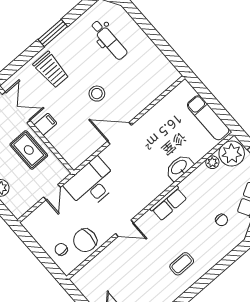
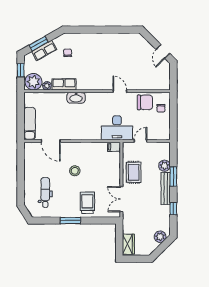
exam couch: (208, 118) -> (30, 124), moved
filing cabinet: (45, 124) -> (114, 147), moved
door: (119, 133) -> (51, 141), moved
washbasin: (179, 167) -> (76, 98), moved
row of seats: (169, 203) -> (64, 84), moved
coffee table: (182, 264) -> (107, 48), removed

